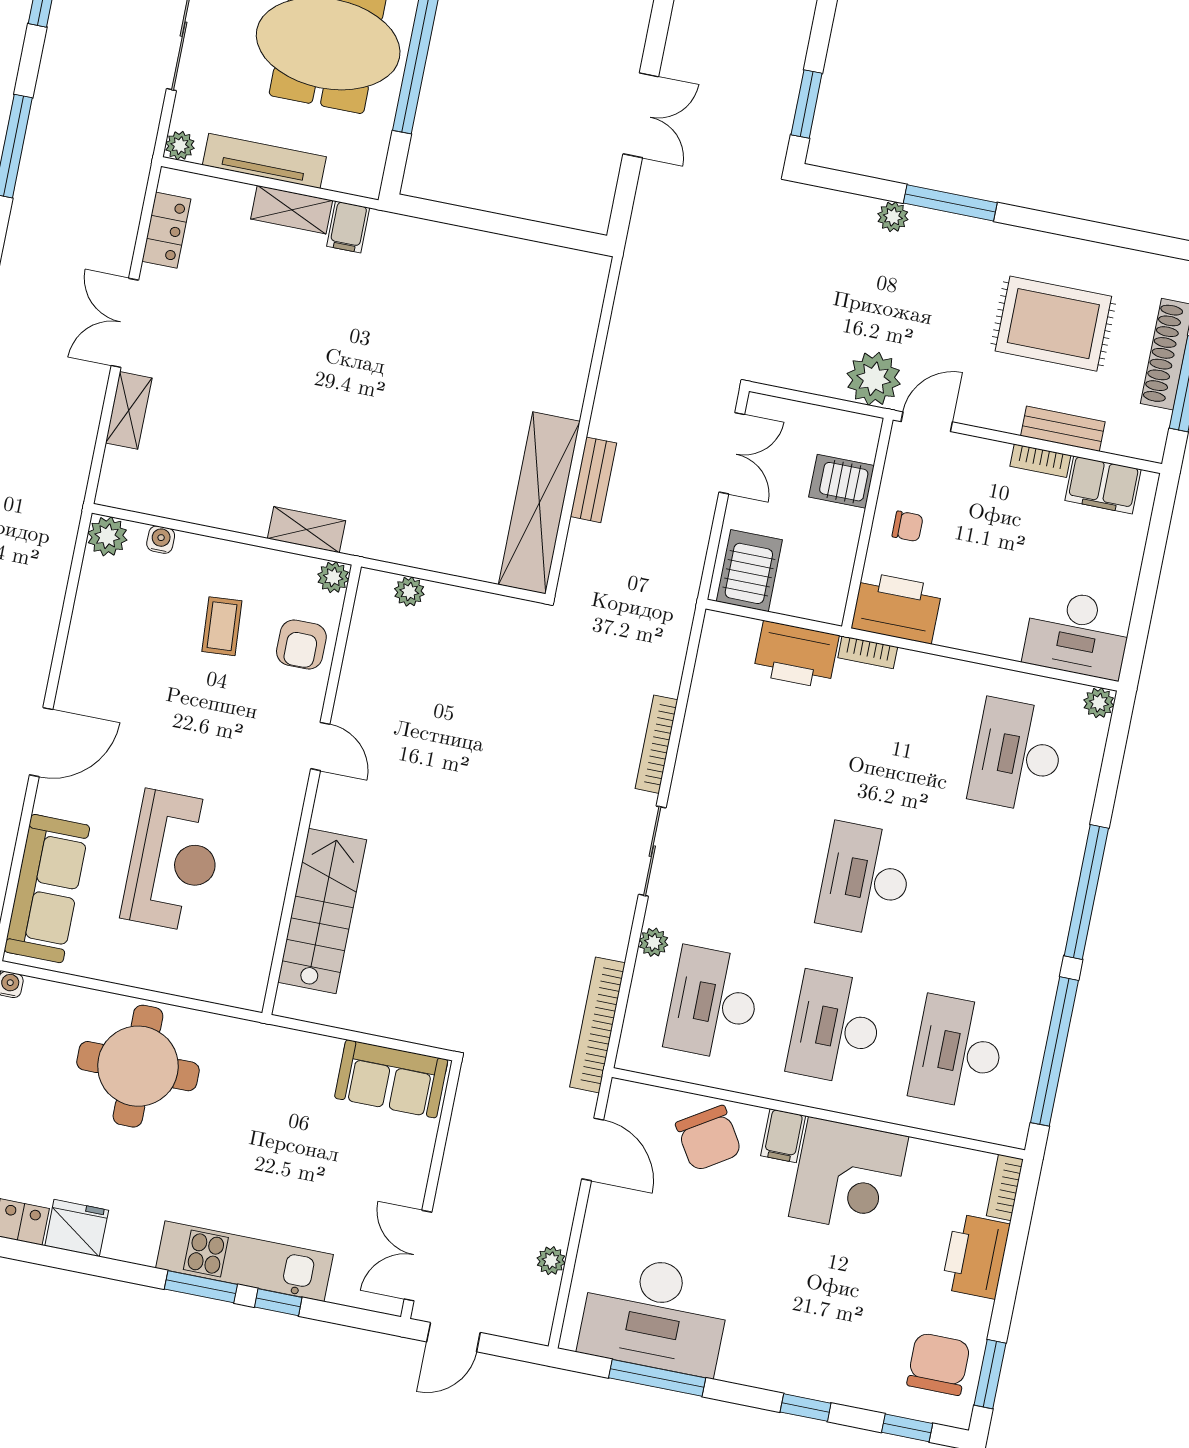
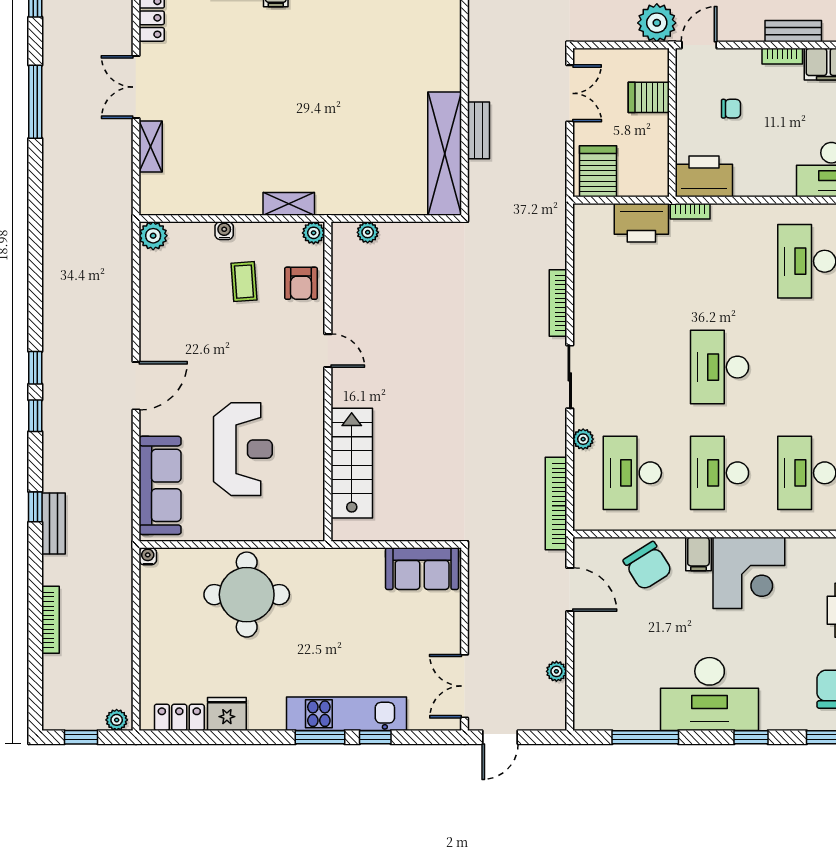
chair: (908, 526) -> (731, 109), moved
water cooler: (161, 540) -> (224, 231), moved
desk: (655, 1314) -> (710, 694), moved

